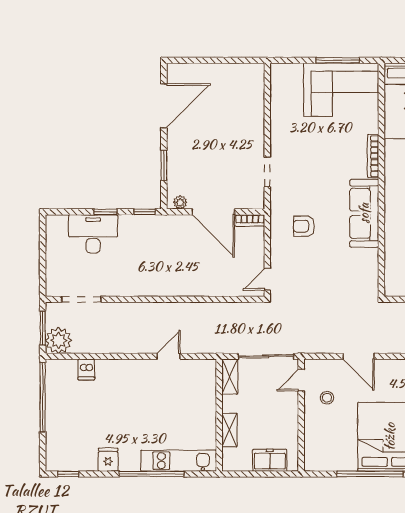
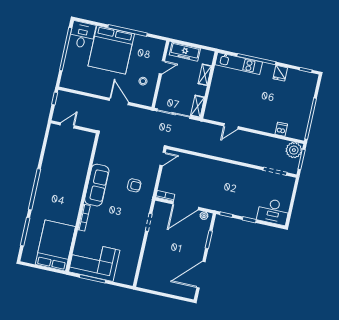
door: (213, 212) -> (186, 206), swing flipped
desk: (93, 234) -> (273, 212), moved
door: (301, 380) -> (162, 67), moved
freezer: (270, 460) -> (185, 52), width x1.40

